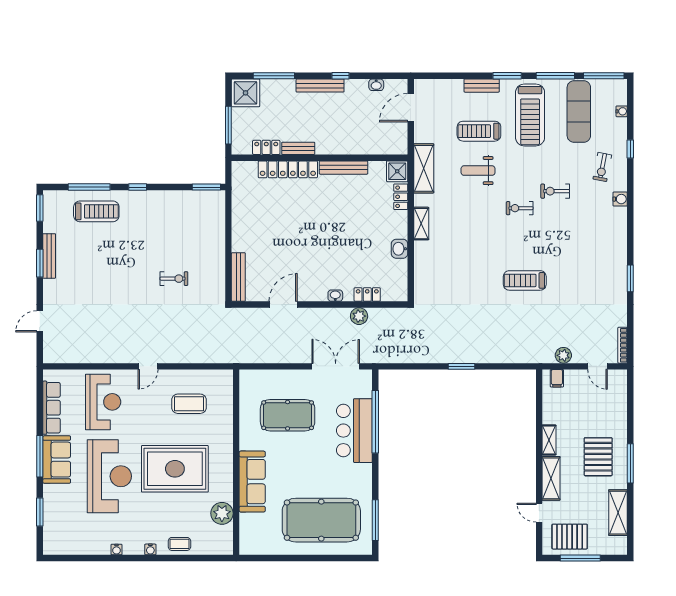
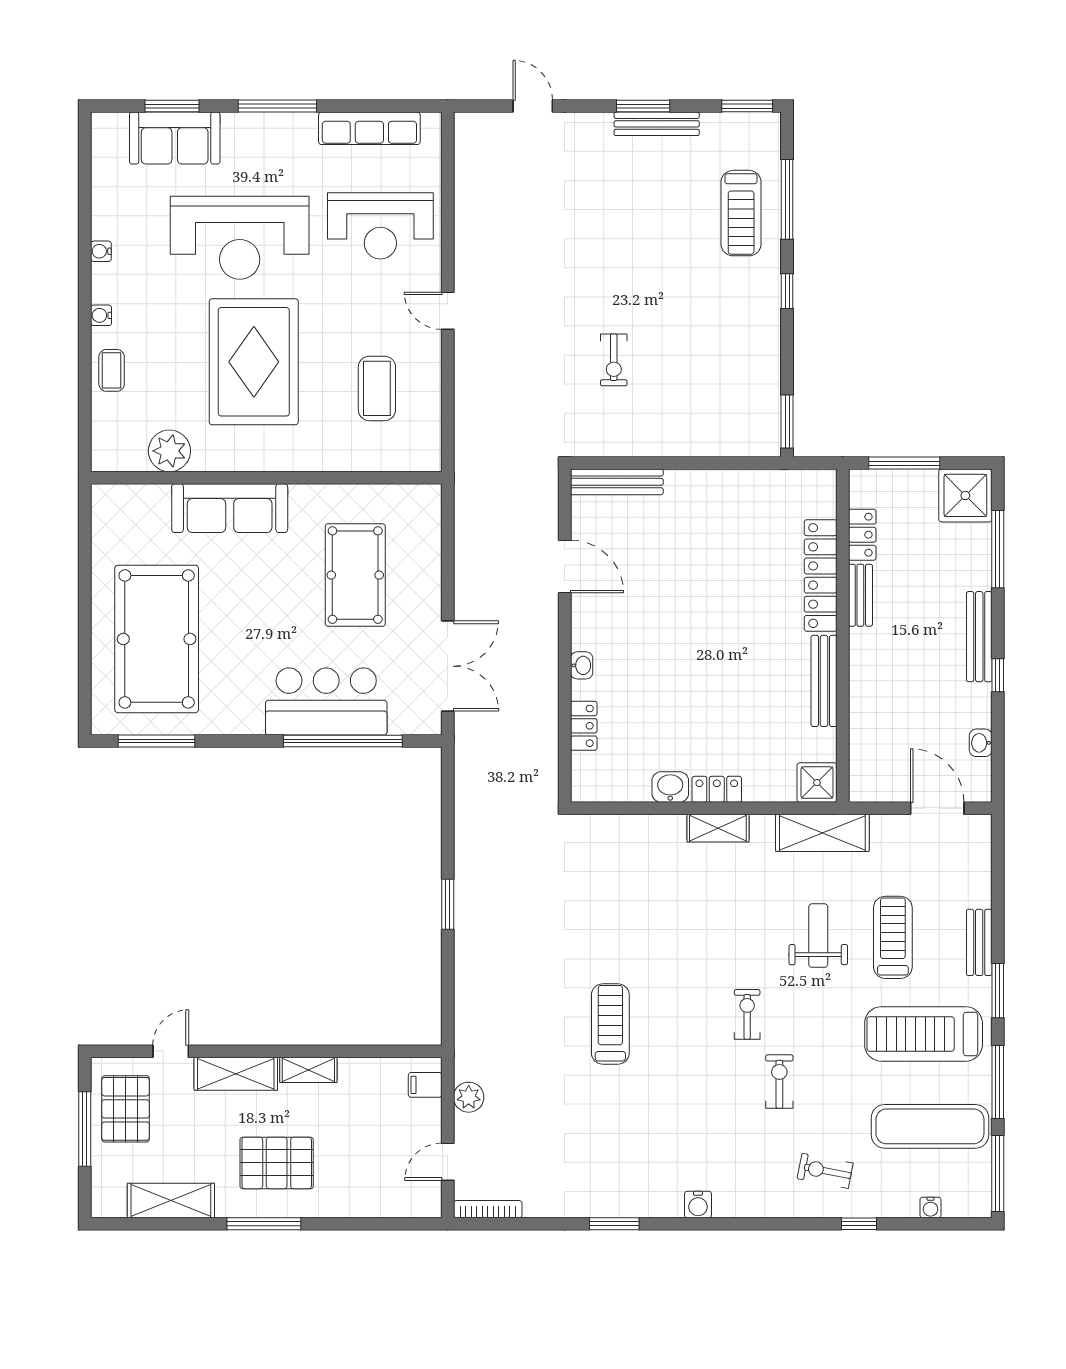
locker: (401, 197) -> (717, 789), moved
water cooler: (620, 199) -> (698, 1205), moved
plant: (359, 316) -> (543, 710), removed
sofa: (57, 460) -> (175, 138), moved

